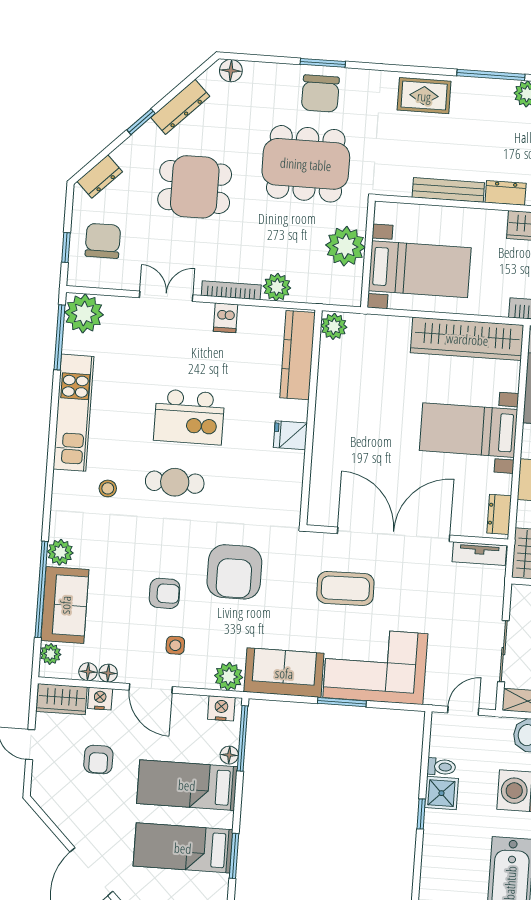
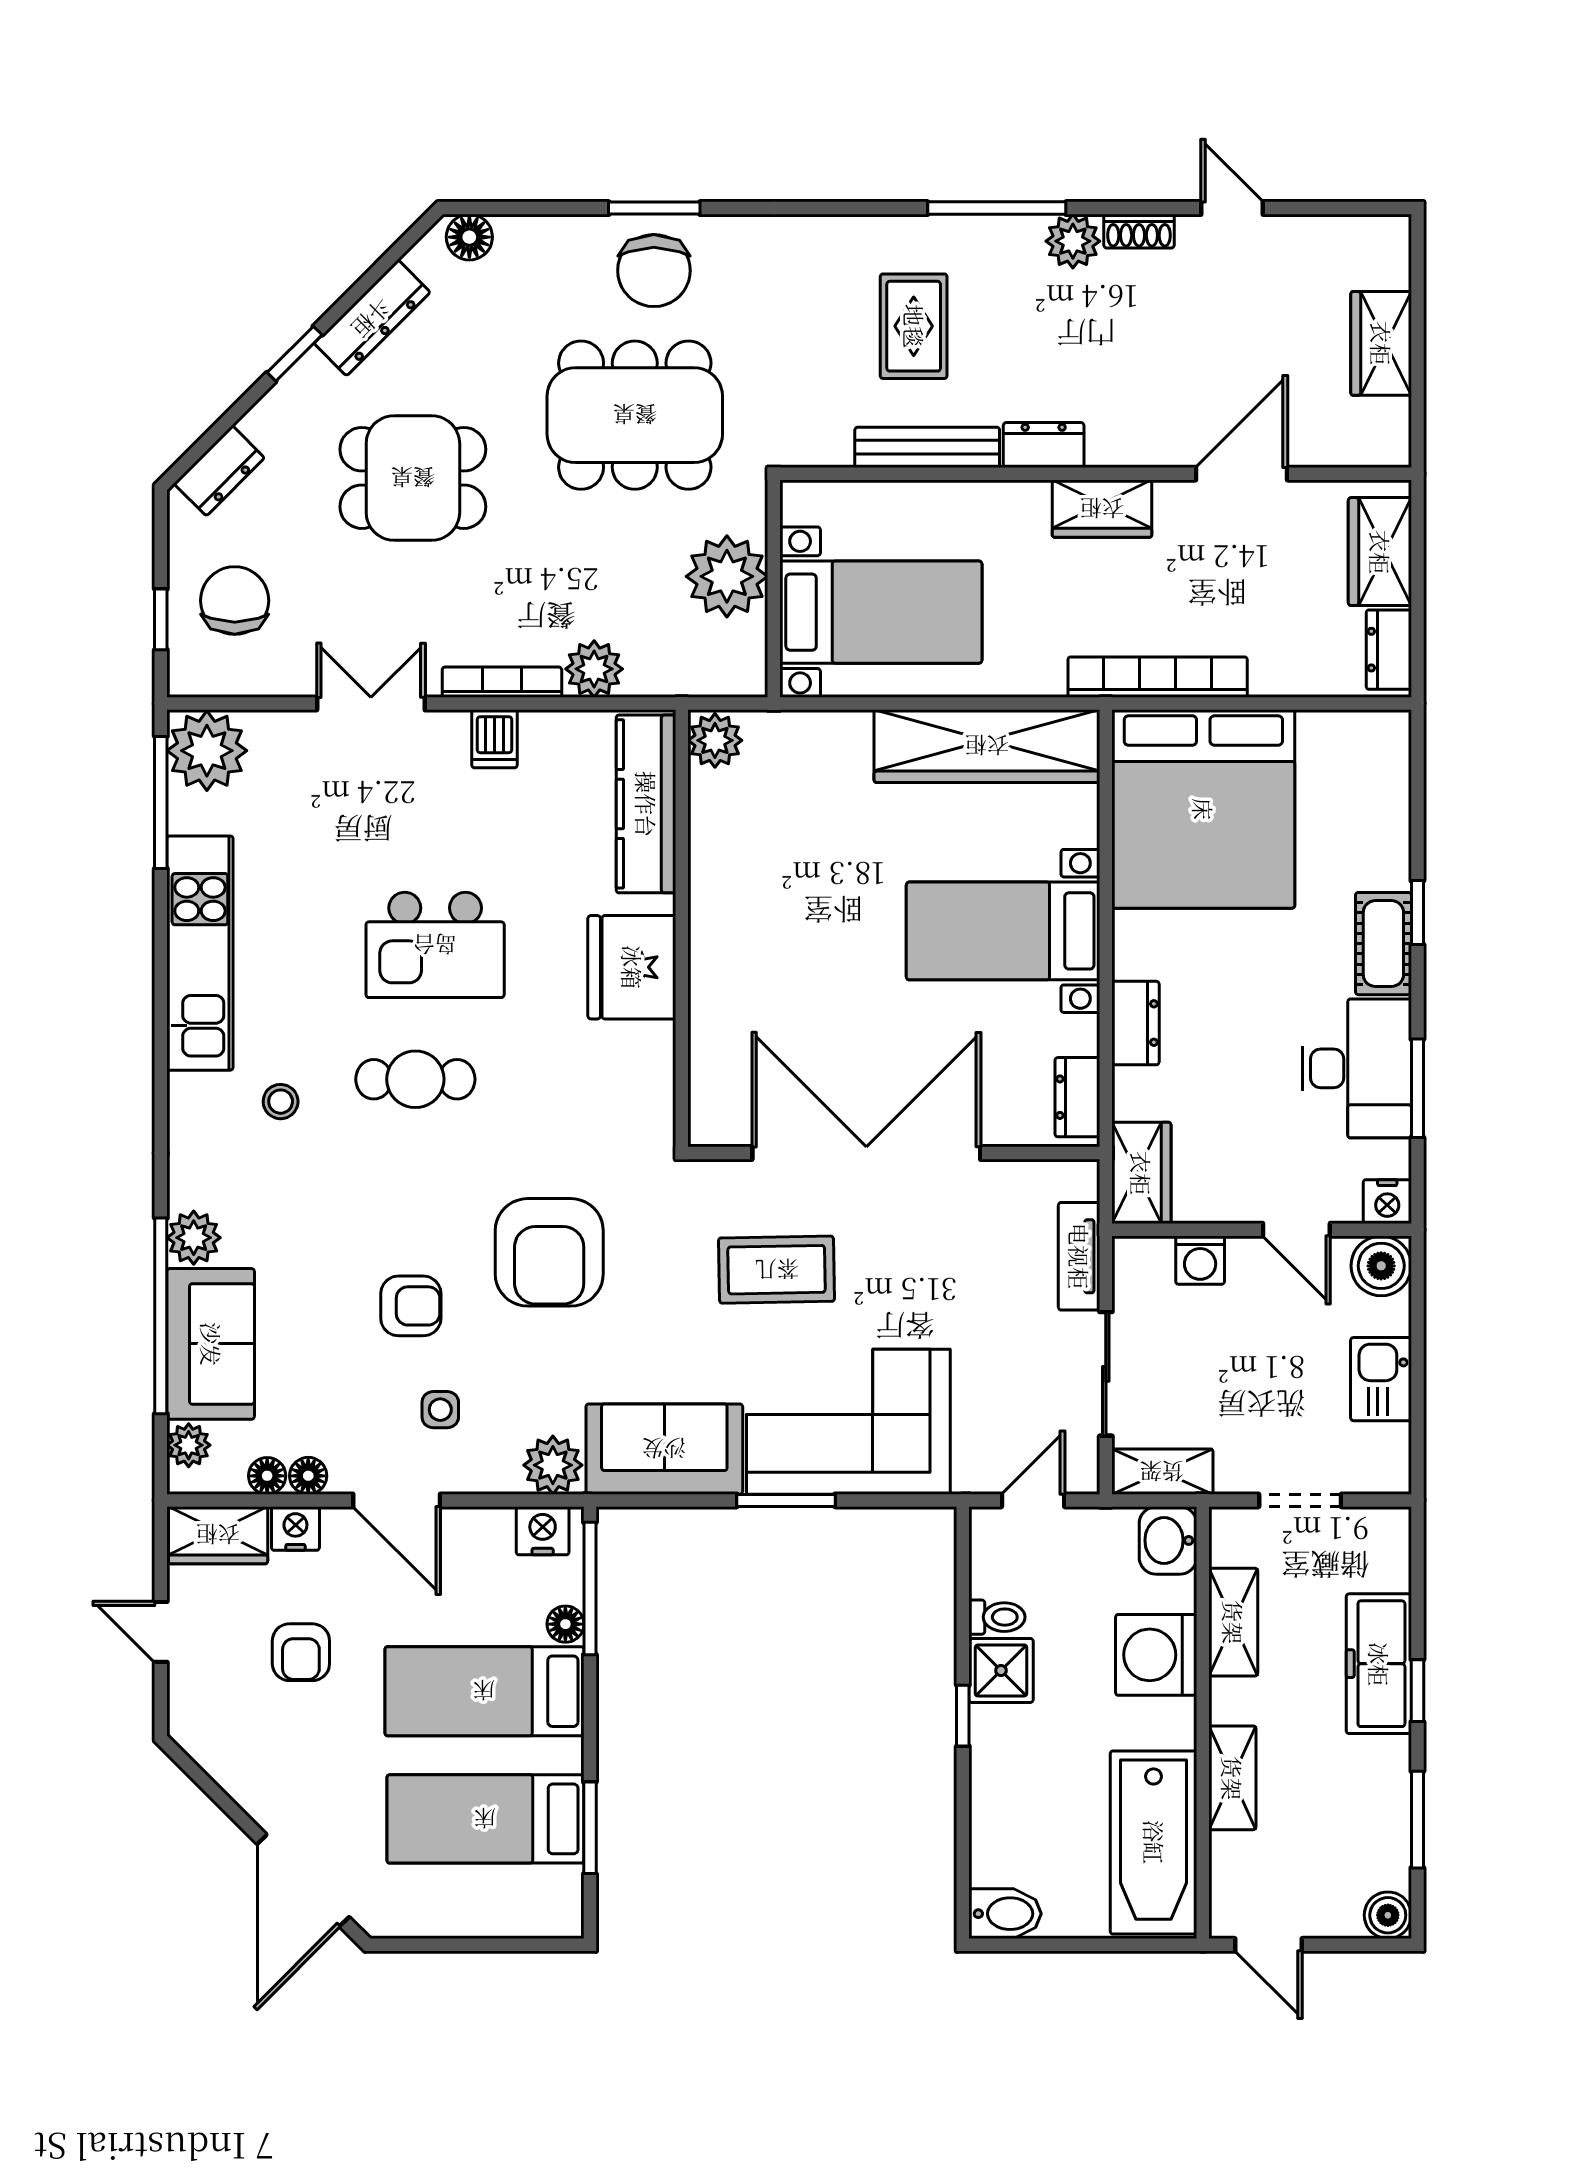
rug: (424, 96) -> (914, 326), moved, turned 90
fridge: (290, 435) -> (632, 967), width x1.88, depth x1.34
tv unit: (479, 554) -> (1079, 1256), moved, turned 90

